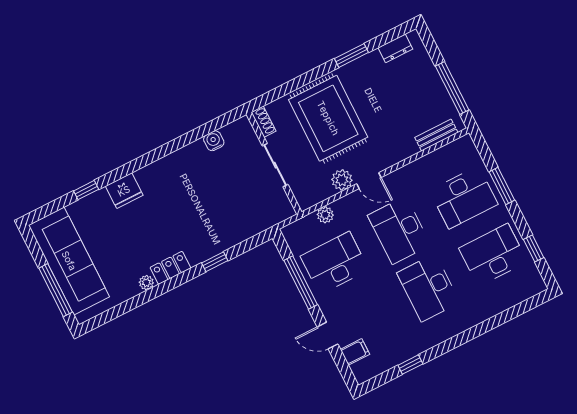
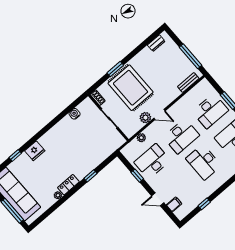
window: (351, 55) -> (115, 69), moved
desk: (399, 230) -> (181, 136), turned -90
window: (301, 283) -> (137, 176), width x0.46

